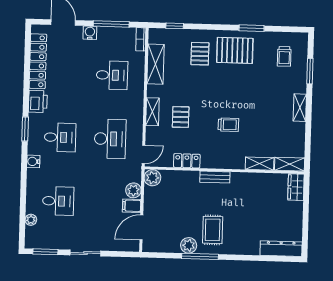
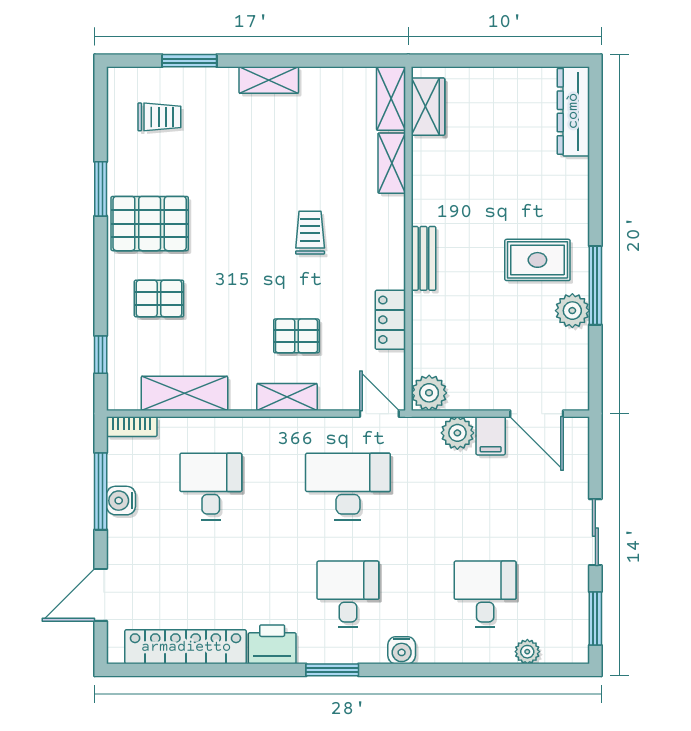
water cooler: (90, 33) -> (121, 501), moved
pallet: (235, 50) -> (150, 224), turned 90
wardrobe: (296, 187) -> (428, 107), moved, turned -90

